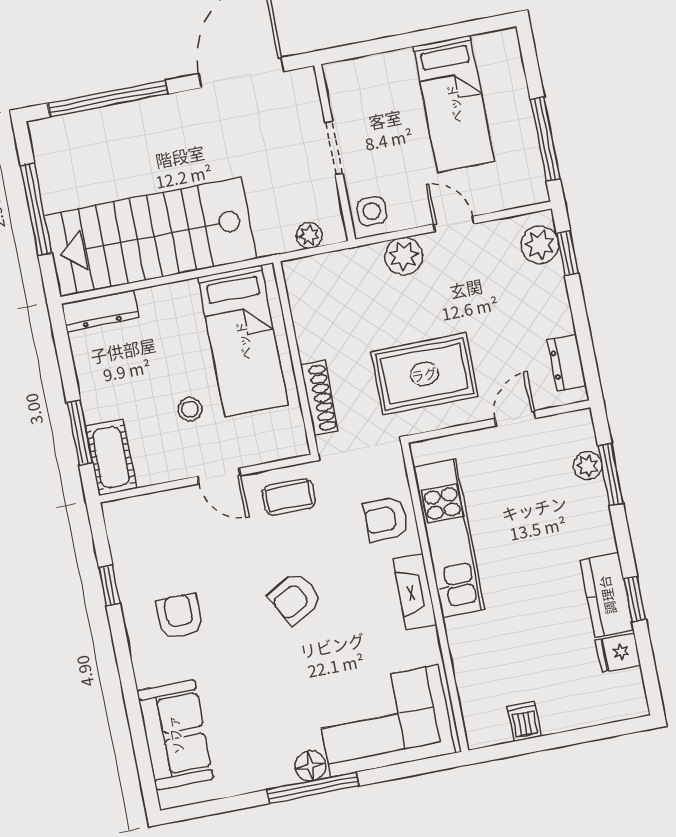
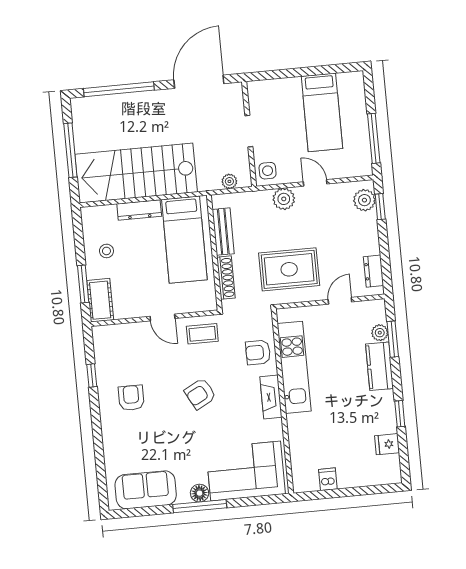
dresser: (100, 311) -> (139, 210), moved
bench: (307, 321) -> (223, 232), added
stool: (190, 409) -> (106, 251), moved
kitchen counter: (607, 595) -> (379, 366), moved
sofa: (175, 735) -> (146, 490), moved, turned -90

